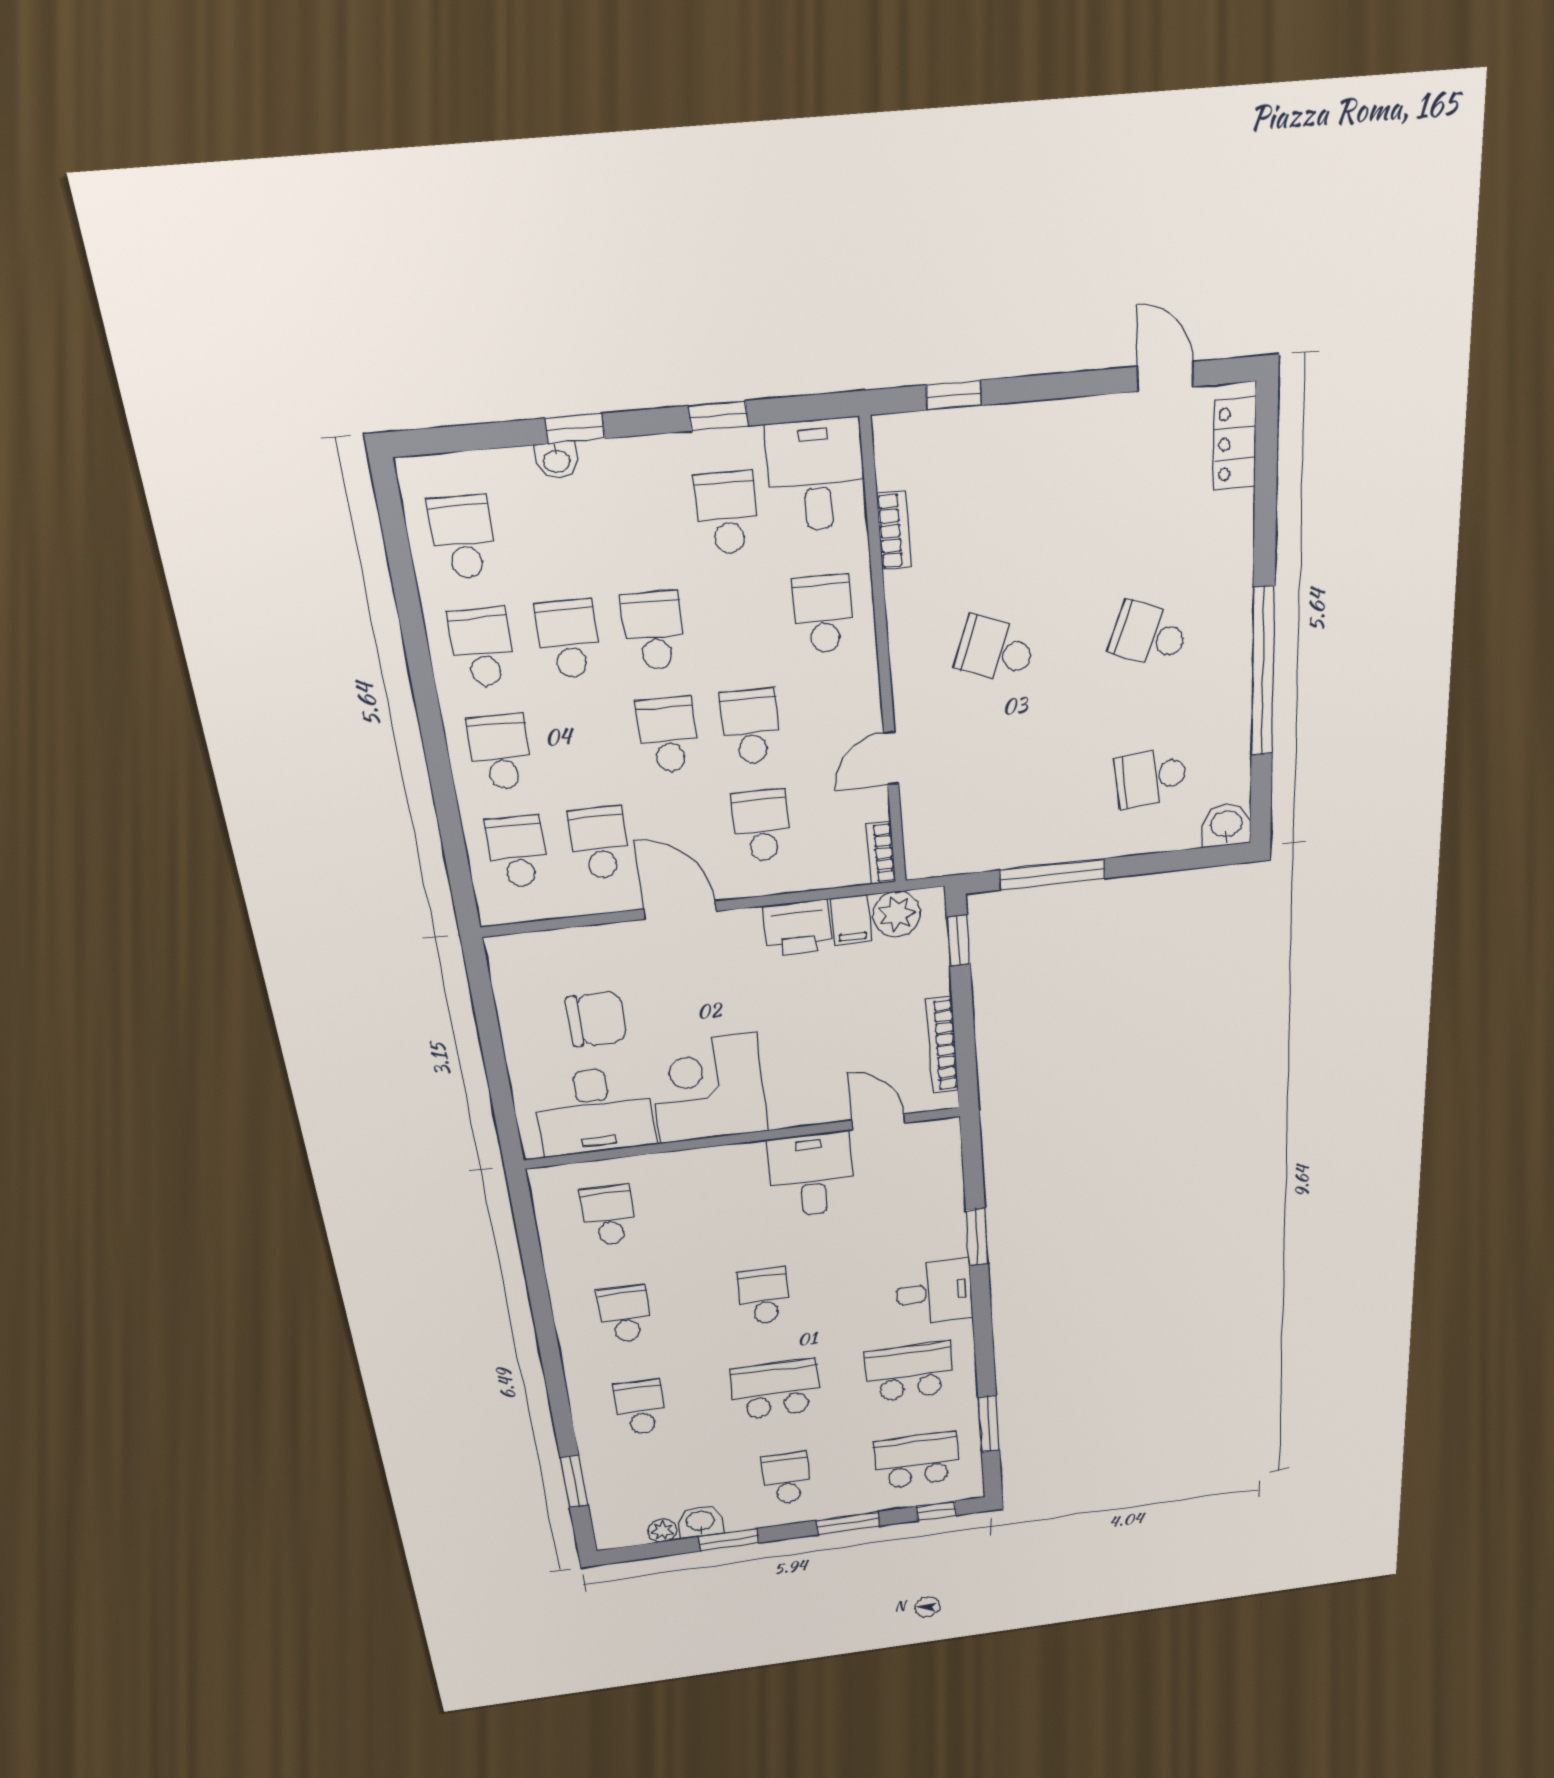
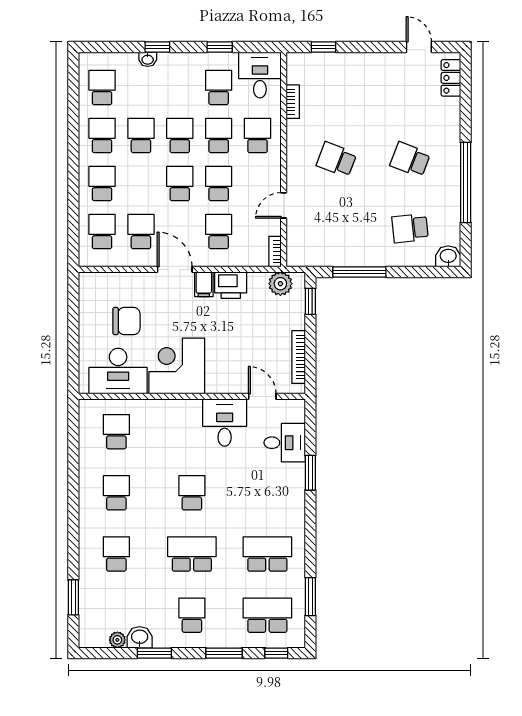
school desk: (739, 622) -> (219, 136), added
filing cabinet: (851, 920) -> (204, 284), moved
desk: (934, 1292) -> (285, 443), moved

